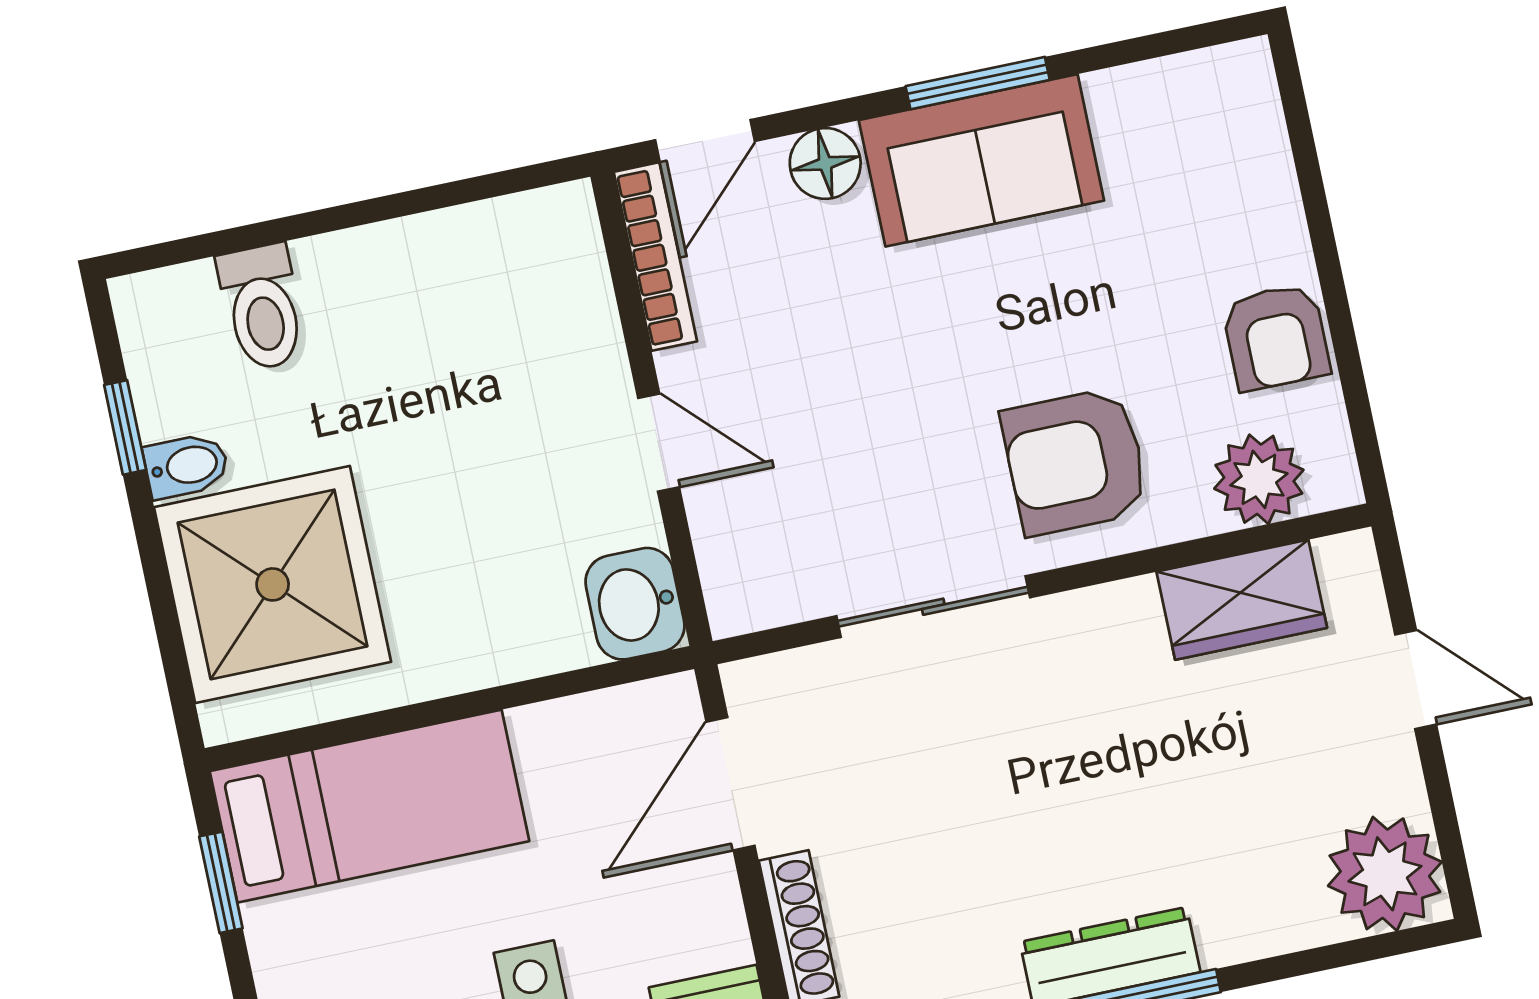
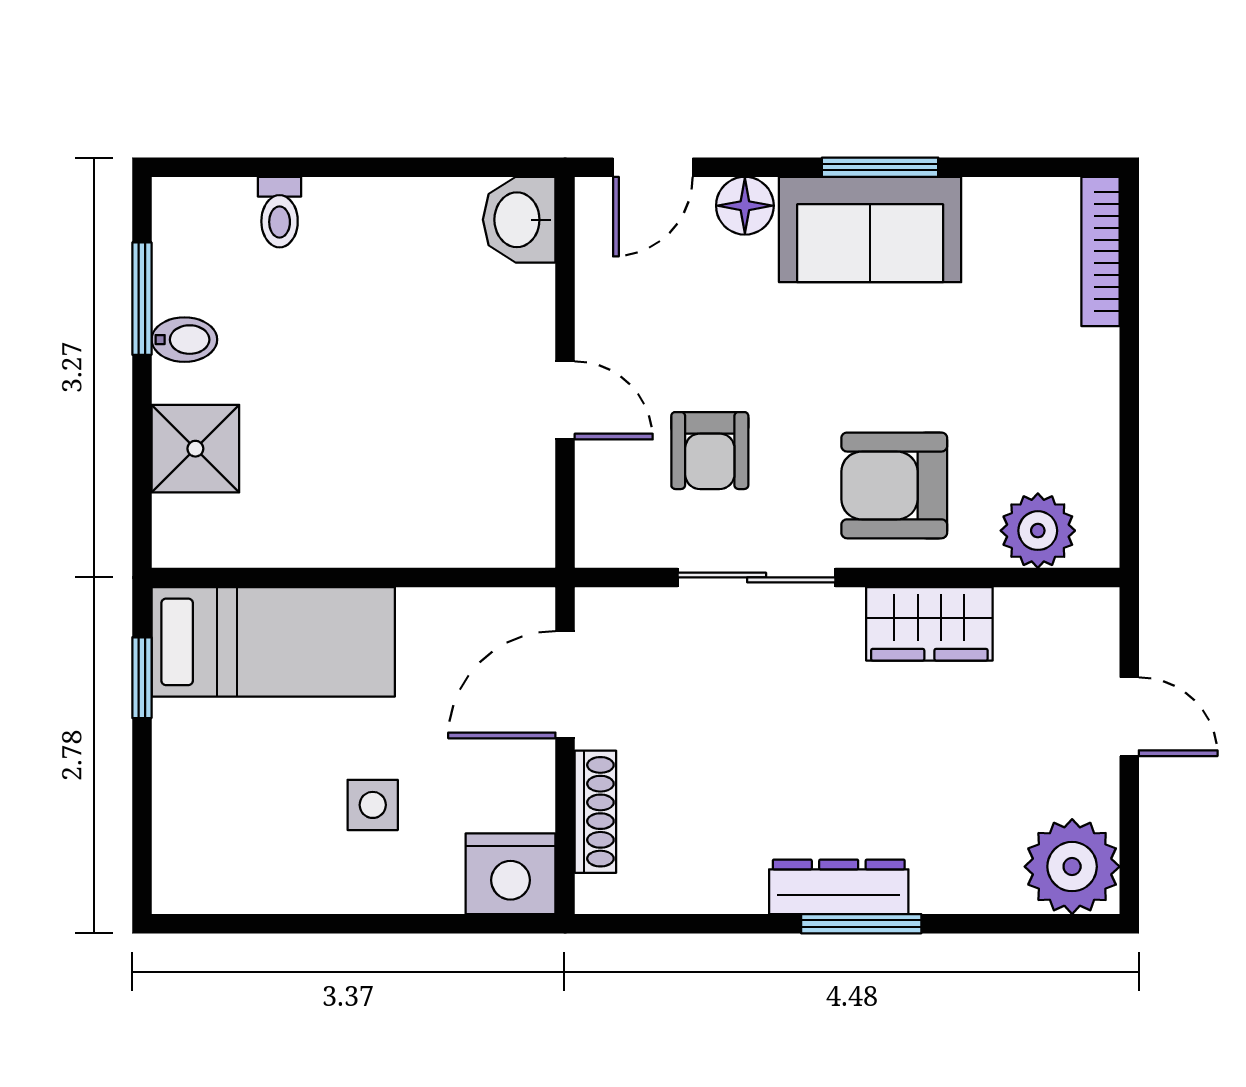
bookcase: (655, 257) -> (1100, 251), moved, turned 180
toilet: (262, 307) -> (280, 212), width x0.73, depth x0.72
armchair: (1276, 337) -> (710, 451), moved
window: (125, 427) -> (142, 299), width x1.50
shower: (273, 584) -> (195, 449), width x0.54, depth x0.54
wardrobe: (1242, 600) -> (929, 624), moved
washbasin: (635, 604) -> (519, 220), moved

